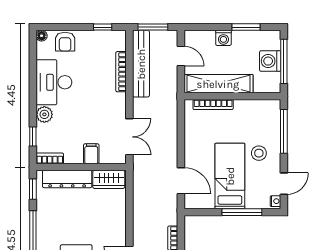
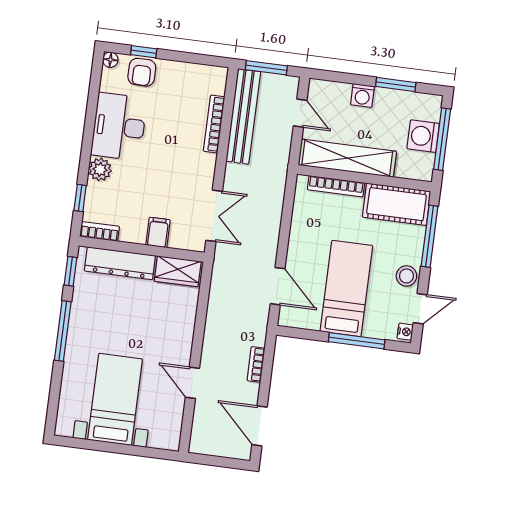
window: (103, 27) -> (144, 52), moved
cot: (258, 112) -> (397, 204), added
stool: (259, 153) -> (406, 276), moved

